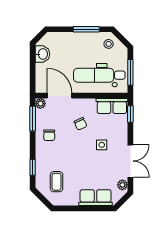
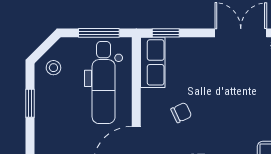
window: (86, 29) -> (30, 103), width x0.67
side table: (102, 145) -> (215, 79), removed

